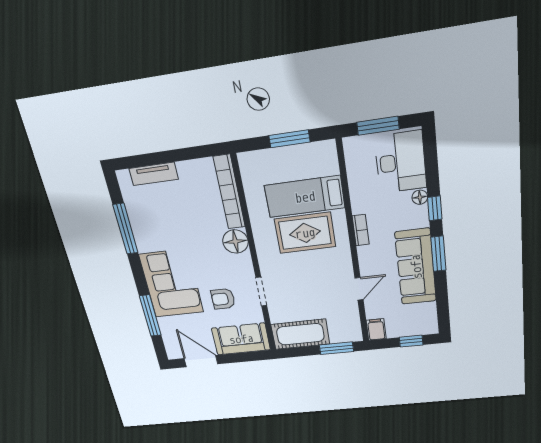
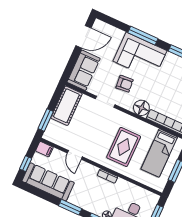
bed: (305, 197) -> (159, 153), moved, turned 180
sofa: (416, 267) -> (48, 182), moved
armchair: (223, 299) -> (125, 84), moved, turned 85
window: (150, 316) -> (143, 36), moved

